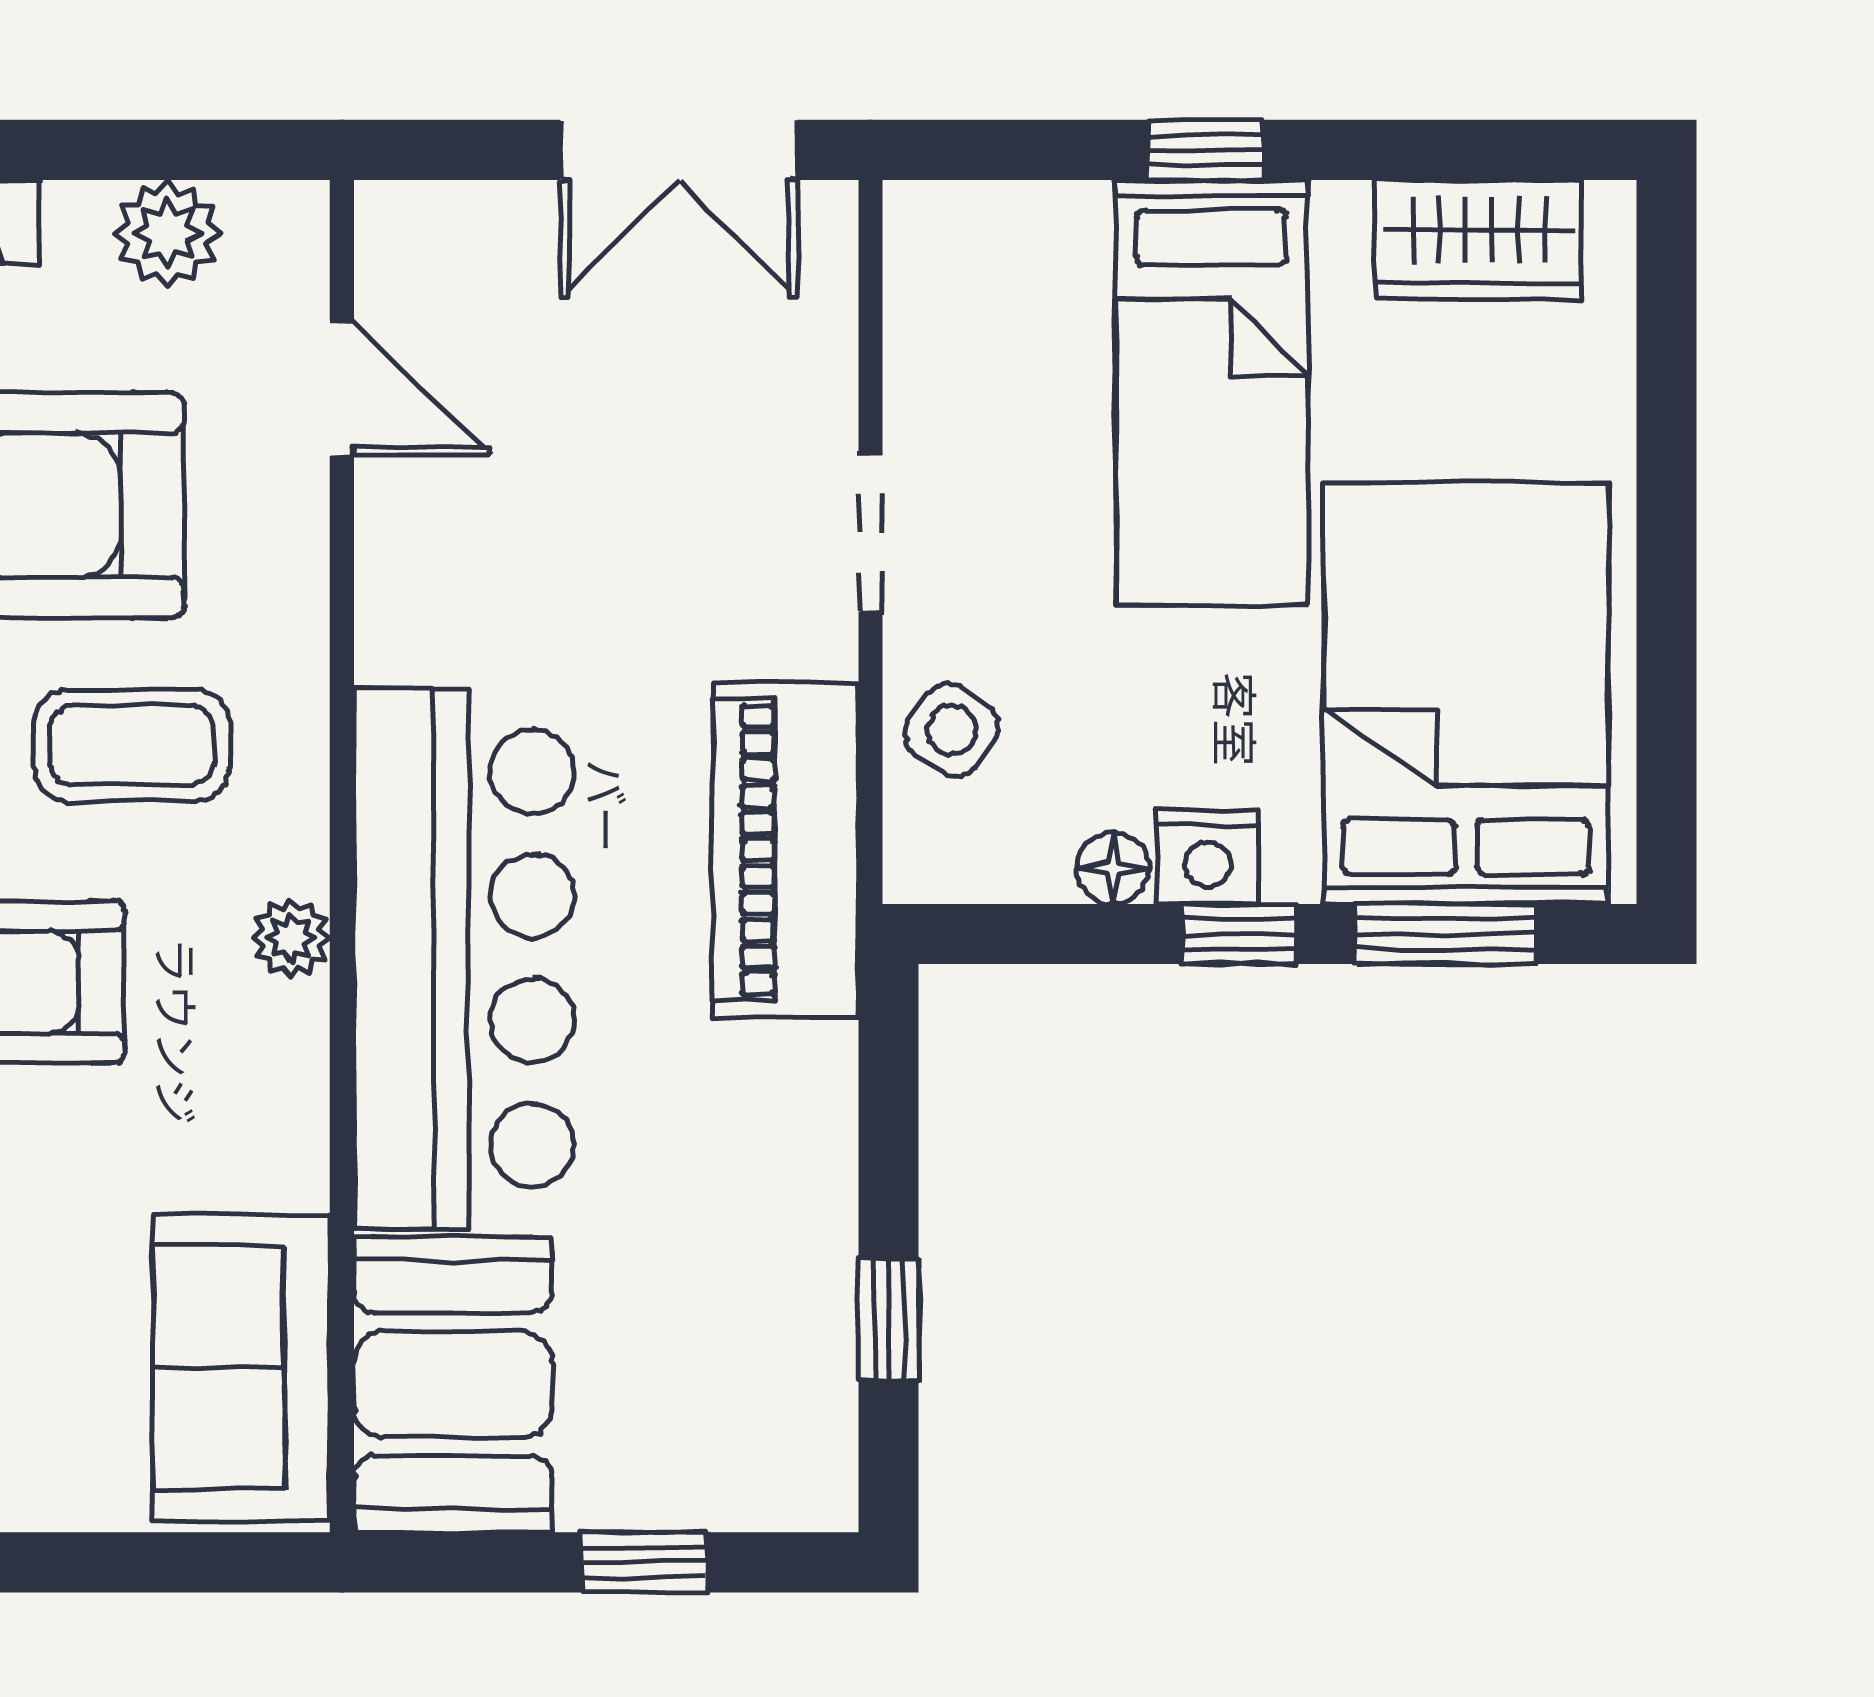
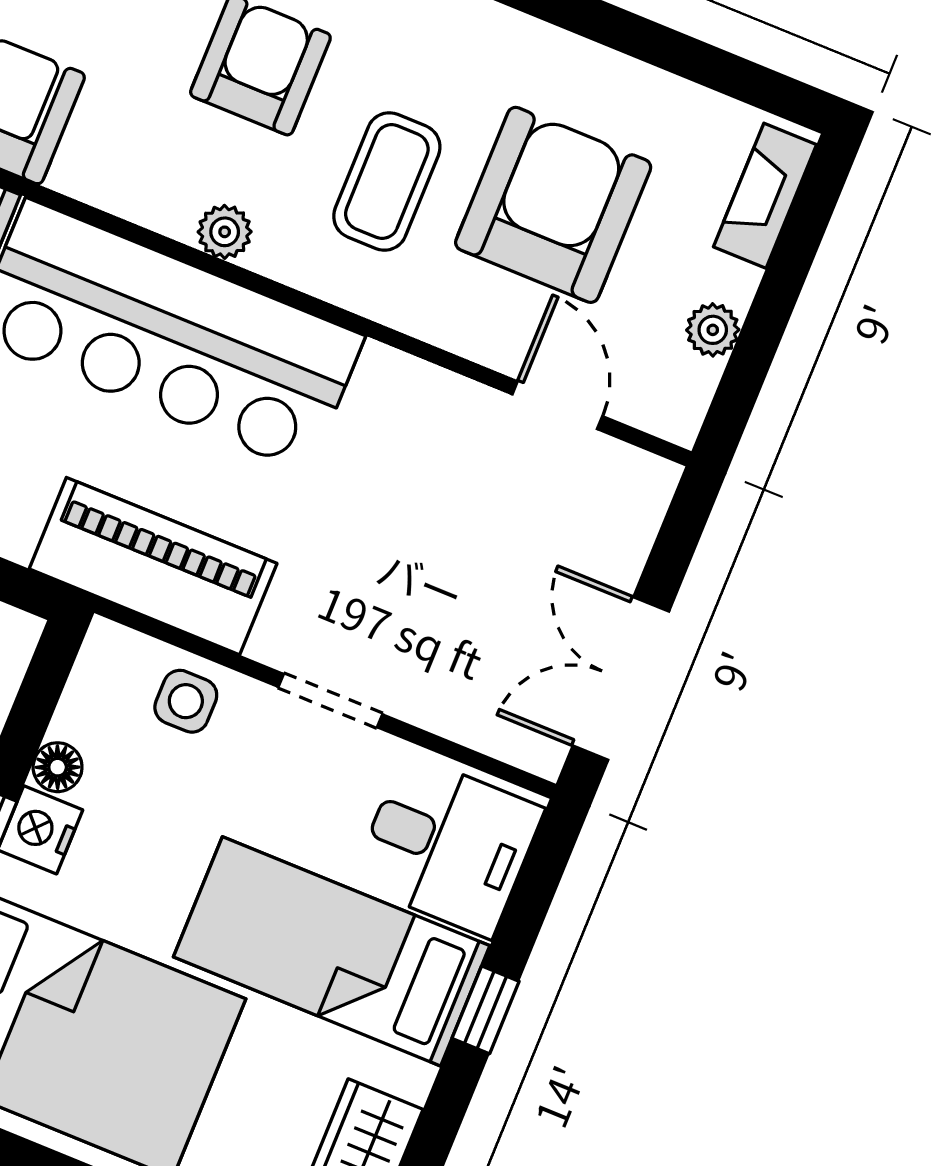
plant: (167, 233) -> (713, 330), width x0.73, depth x0.73
desk: (1003, 293) -> (448, 845), added
door: (342, 388) -> (557, 405), swing flipped
side table: (952, 730) -> (186, 701), turned -35

